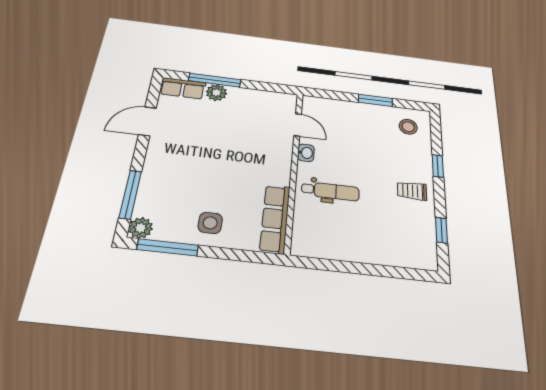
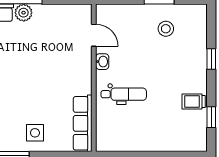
stool: (408, 127) -> (166, 29), moved
trolley: (412, 191) -> (194, 102), moved

